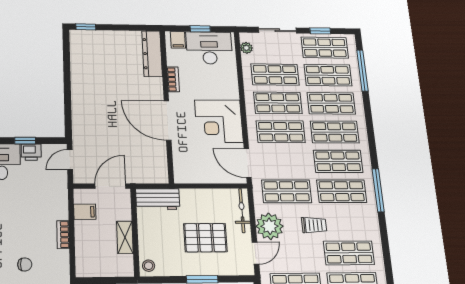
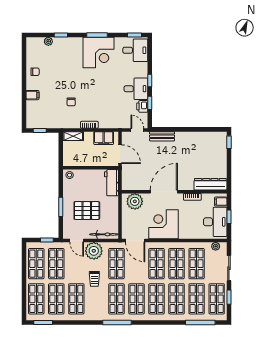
bench: (79, 122) -> (162, 136), added
door: (248, 163) -> (135, 241), swing flipped
plant: (186, 164) -> (135, 201), added
filing cabinet: (85, 212) -> (104, 138), width x2.00
shelving: (125, 237) -> (73, 136), moved
pallet: (205, 238) -> (87, 211), turned 90

